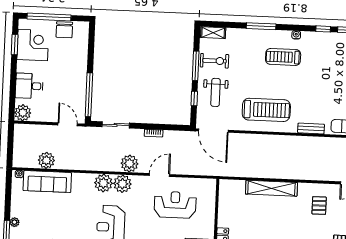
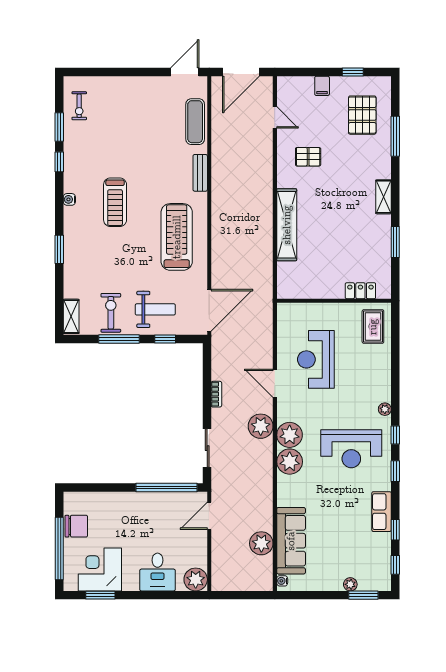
window: (261, 26) -> (59, 249), width x0.69
treadmill: (283, 57) -> (115, 202), moved

